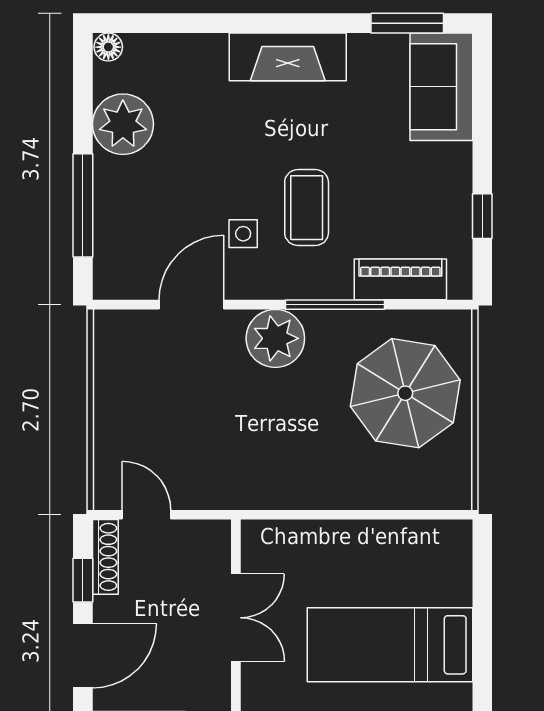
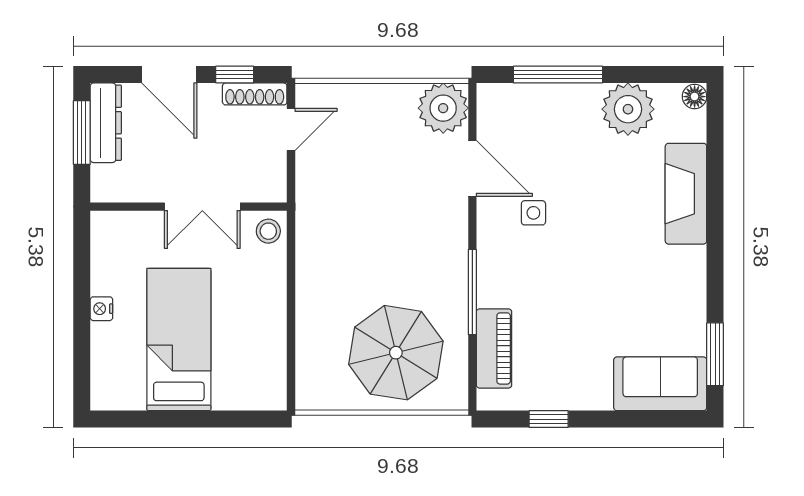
fireplace: (288, 57) -> (686, 194), moved
coffee table: (307, 208) -> (556, 268), removed
plant: (275, 338) -> (443, 108), moved
stool: (264, 541) -> (268, 231), added

